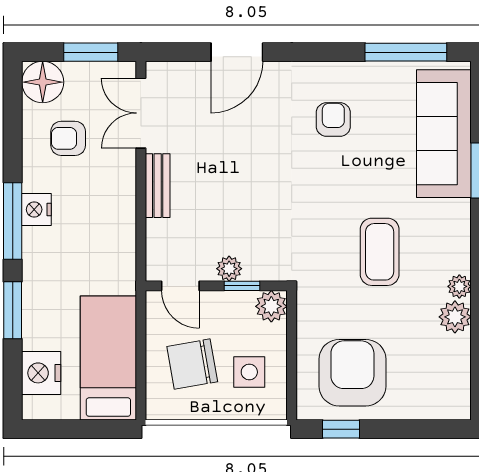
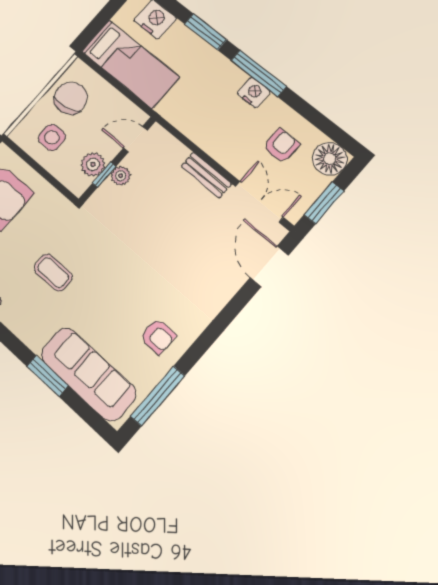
door: (237, 52) -> (269, 266), moved
armchair: (333, 119) -> (158, 336), moved
coffee table: (380, 252) -> (53, 273), width x0.73, depth x0.77
plant: (271, 306) -> (93, 164), moved
chair: (192, 364) -> (71, 98), moved

